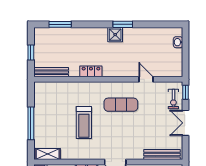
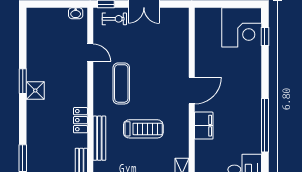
washbasin: (178, 42) -> (76, 13), moved
door: (146, 79) -> (90, 53), swing flipped
bench: (162, 155) -> (99, 138), moved

